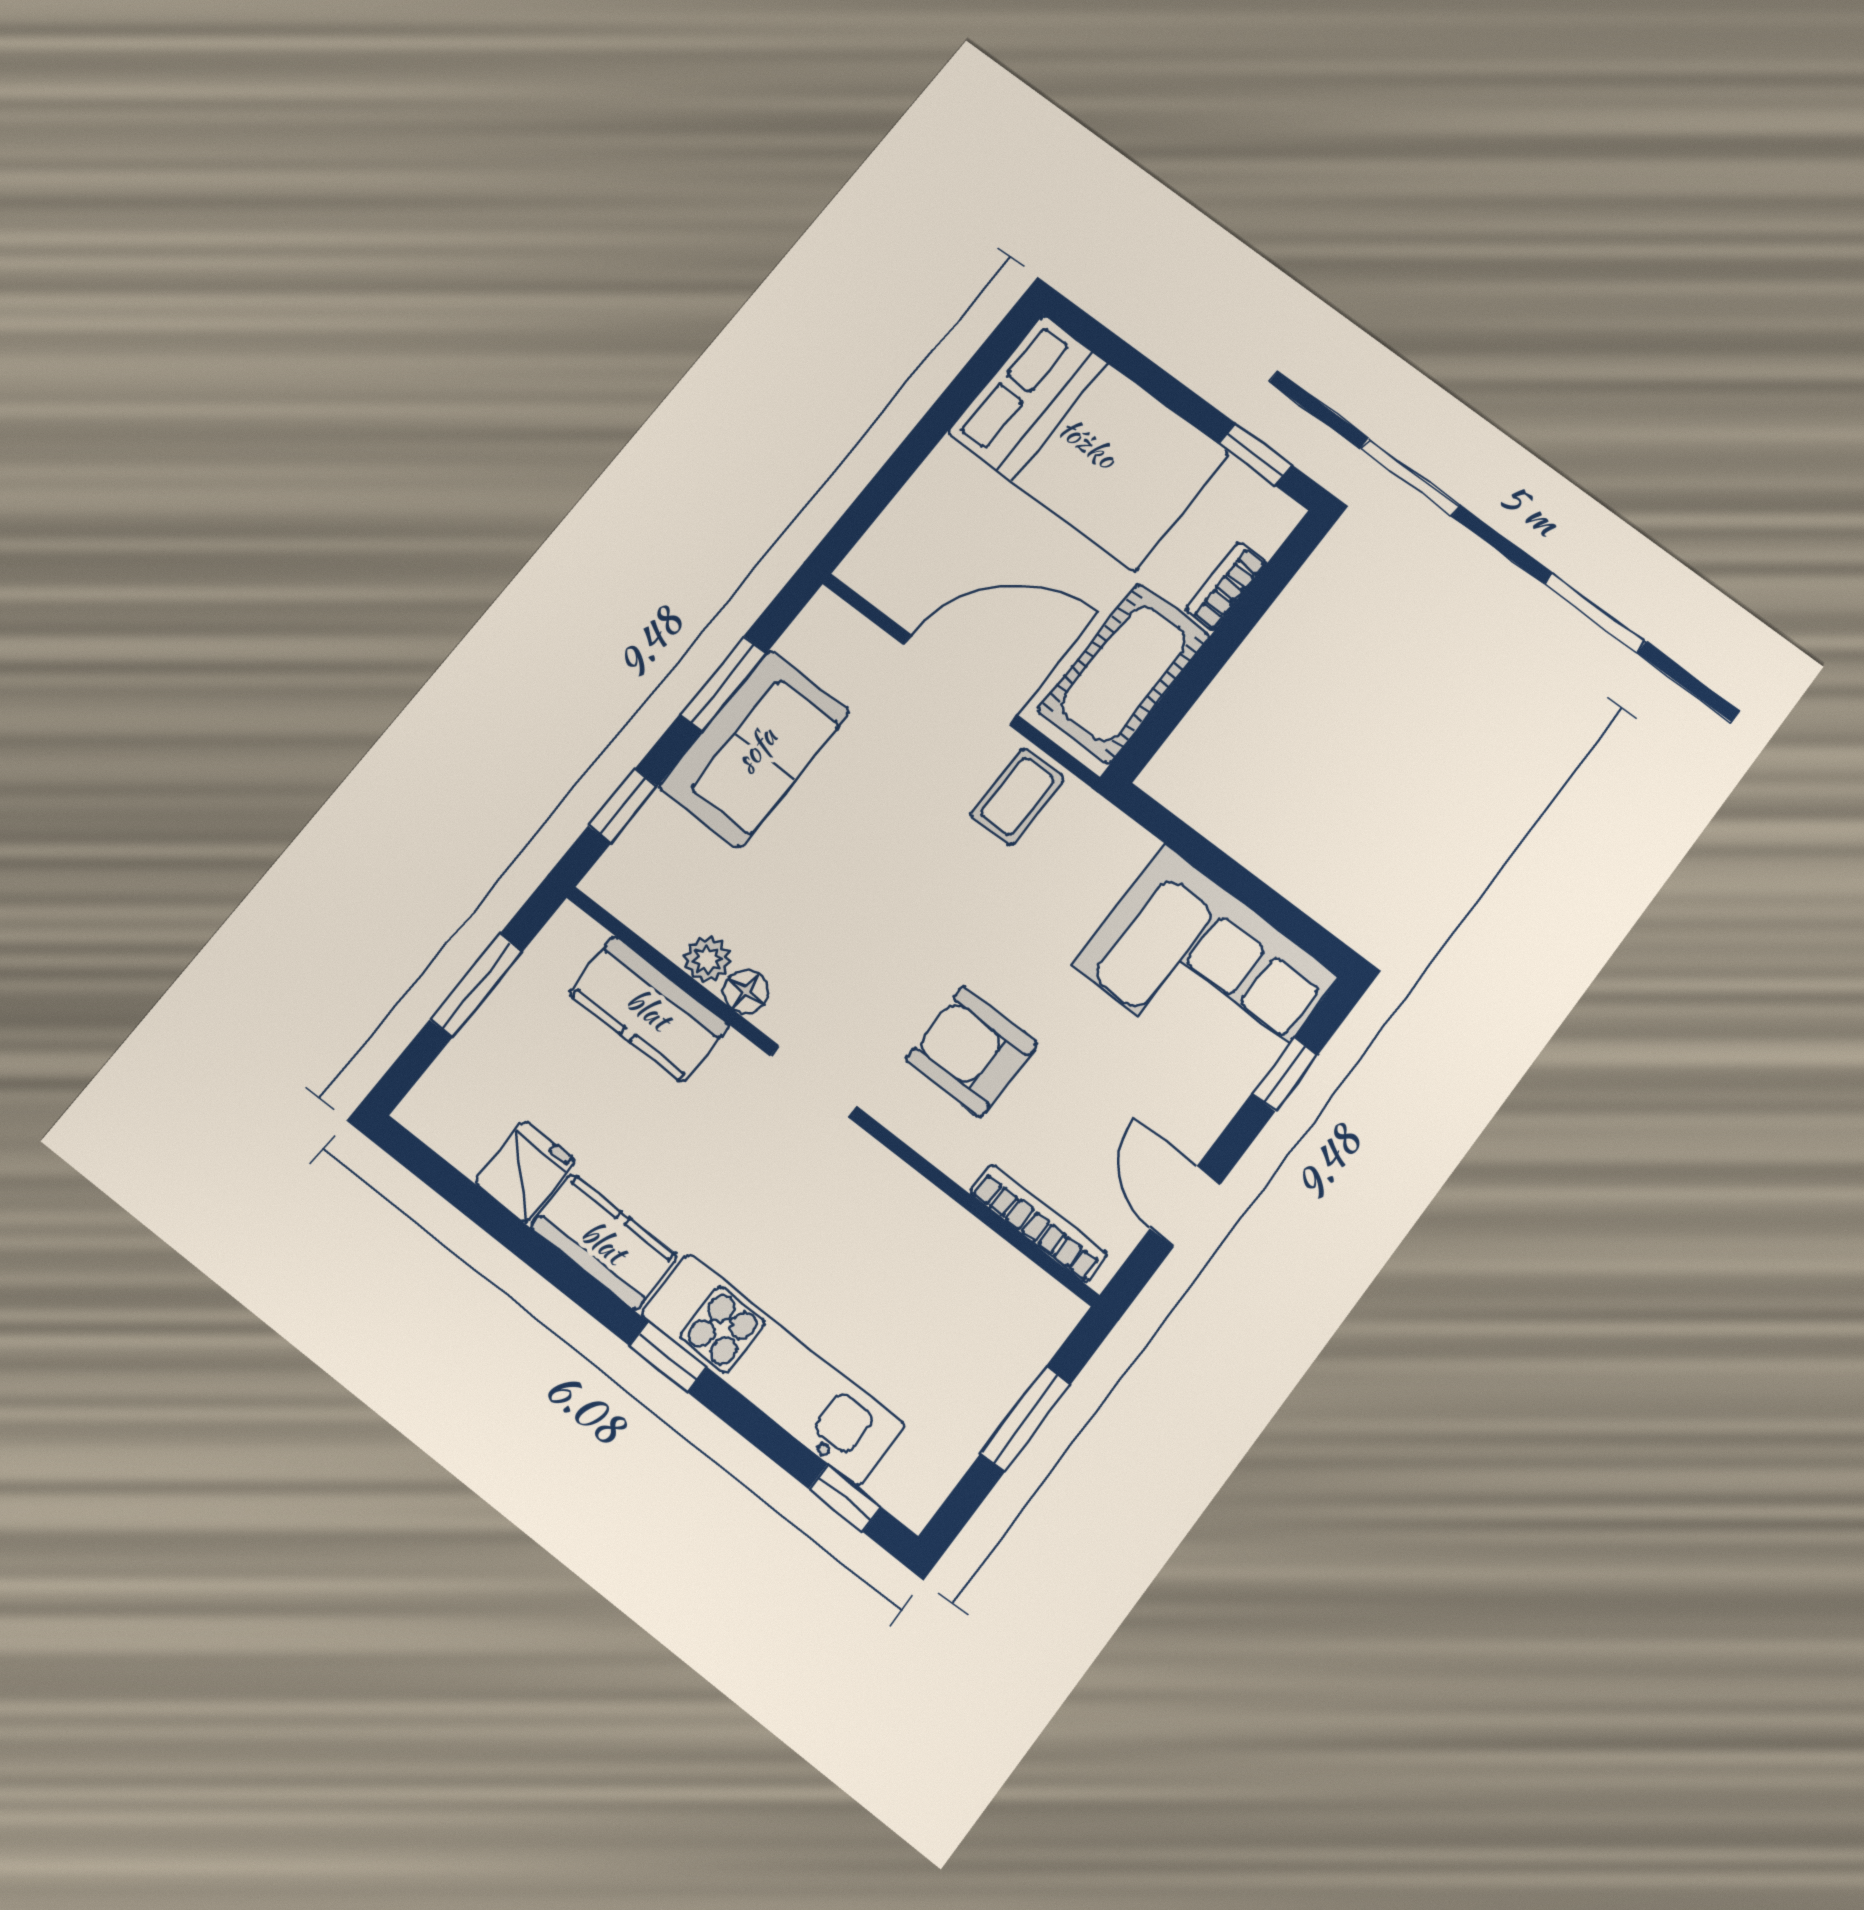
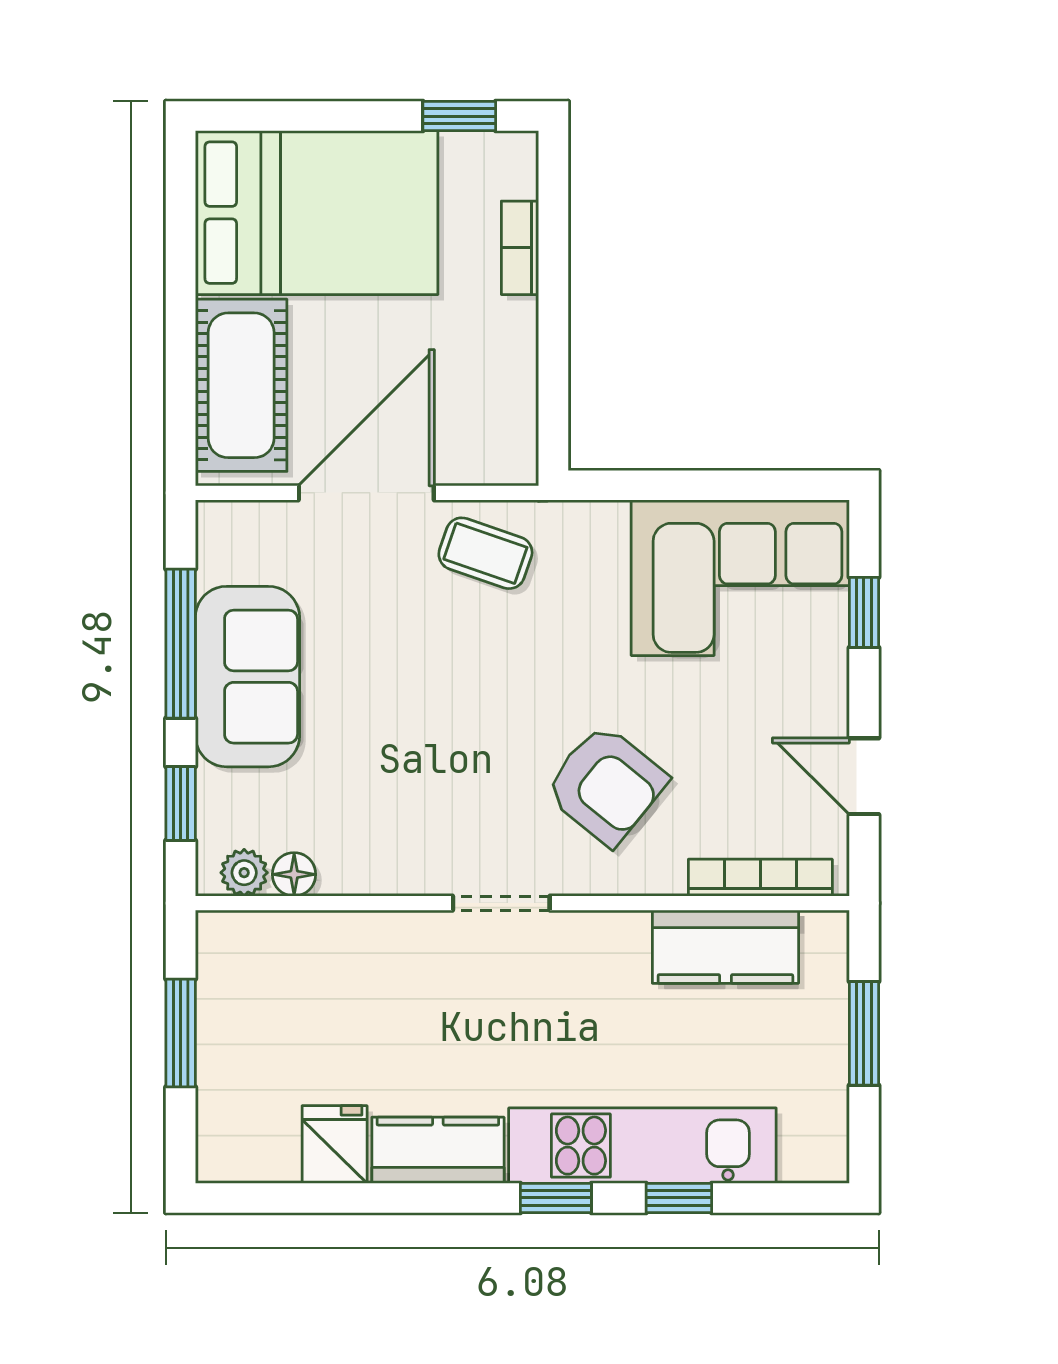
cot: (1124, 673) -> (241, 385), moved
window: (723, 684) -> (181, 644), width x1.44
coffee table: (1017, 797) -> (485, 553), turned -71
plant: (707, 959) -> (244, 873), moved
floor lamp: (746, 992) -> (294, 874), moved
kitchen counter: (649, 1009) -> (725, 947), moved
armchair: (971, 1052) -> (606, 785), turned -141
window: (845, 1498) -> (679, 1198), moved

